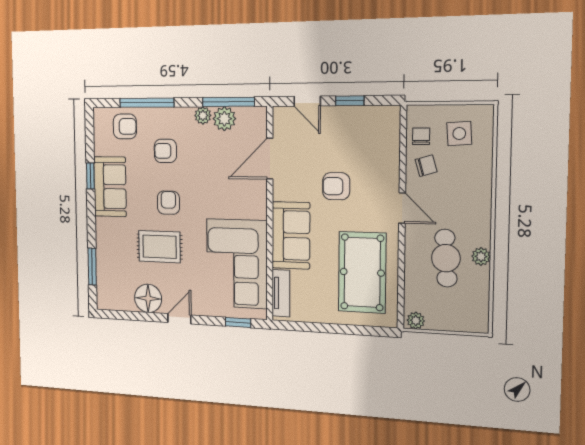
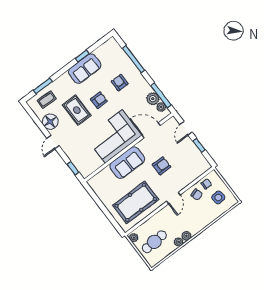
plant: (203, 115) -> (161, 107), moved
armchair: (125, 126) -> (116, 57), removed
armchair: (336, 186) -> (161, 166), turned 90
plant: (481, 236) -> (186, 236), added
cafe table: (446, 258) -> (154, 242), moved
corner sofa: (237, 264) -> (114, 136), moved
coffee table: (115, 277) -> (47, 100), added
tv unit: (281, 293) -> (100, 177), removed
door: (179, 319) -> (53, 142), swing flipped

